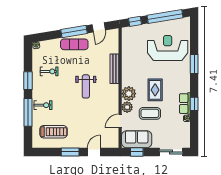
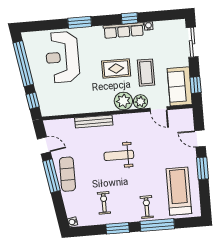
weight bench: (86, 86) -> (119, 155), turned 180
row of seats: (185, 104) -> (124, 30), width x1.48
treadmill: (53, 132) -> (179, 191), width x1.37, depth x1.38

